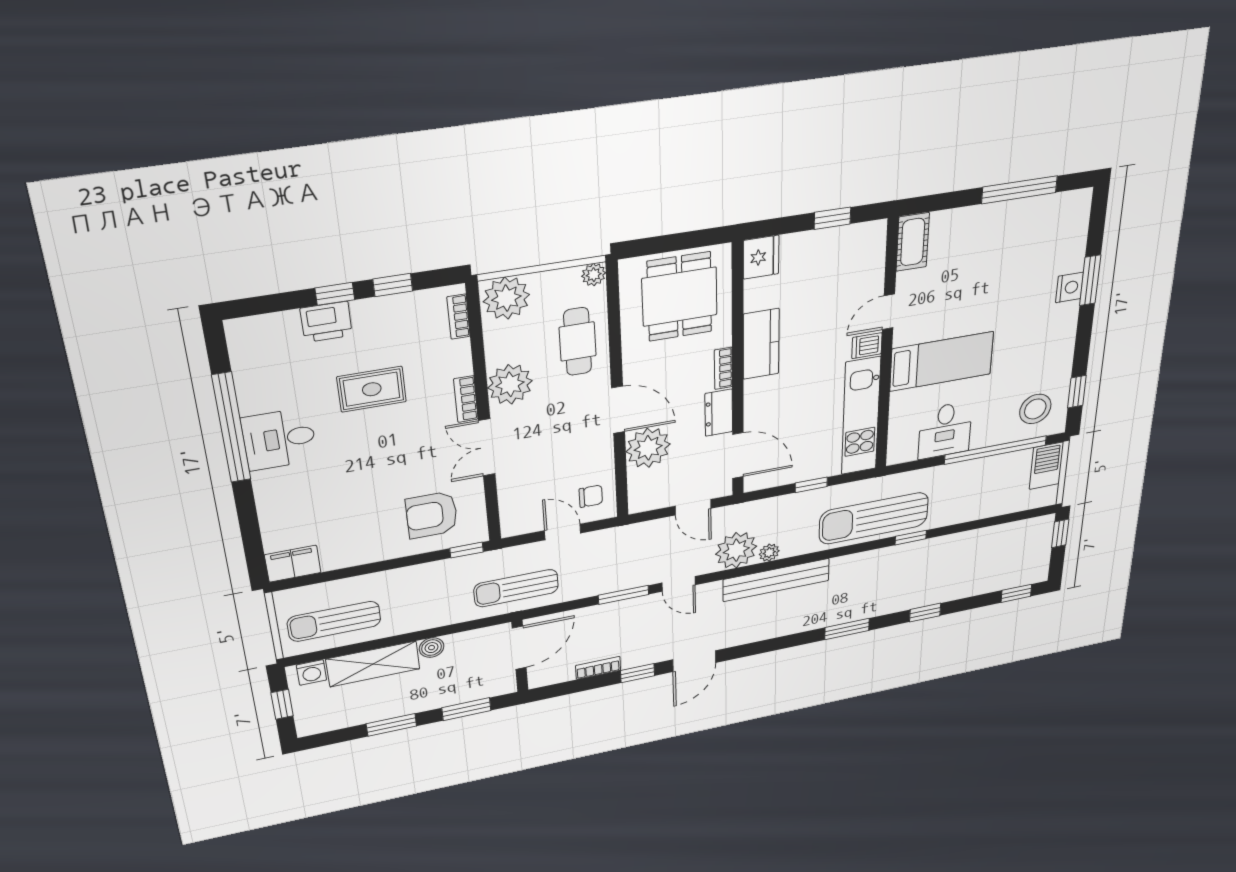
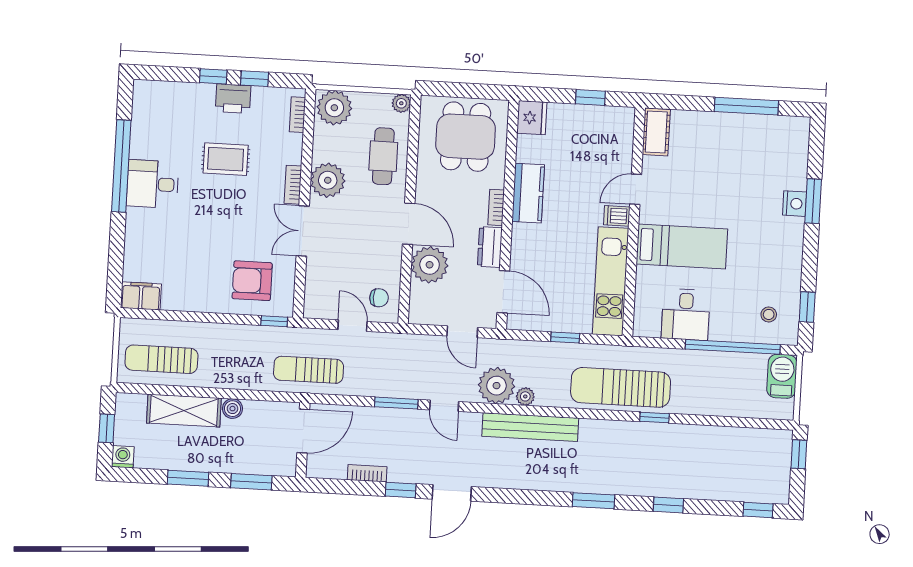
printer: (326, 322) -> (233, 99), moved
stool: (1035, 409) -> (769, 314), width x0.53, depth x0.53
washing machine: (312, 673) -> (123, 457), moved, turned 180

